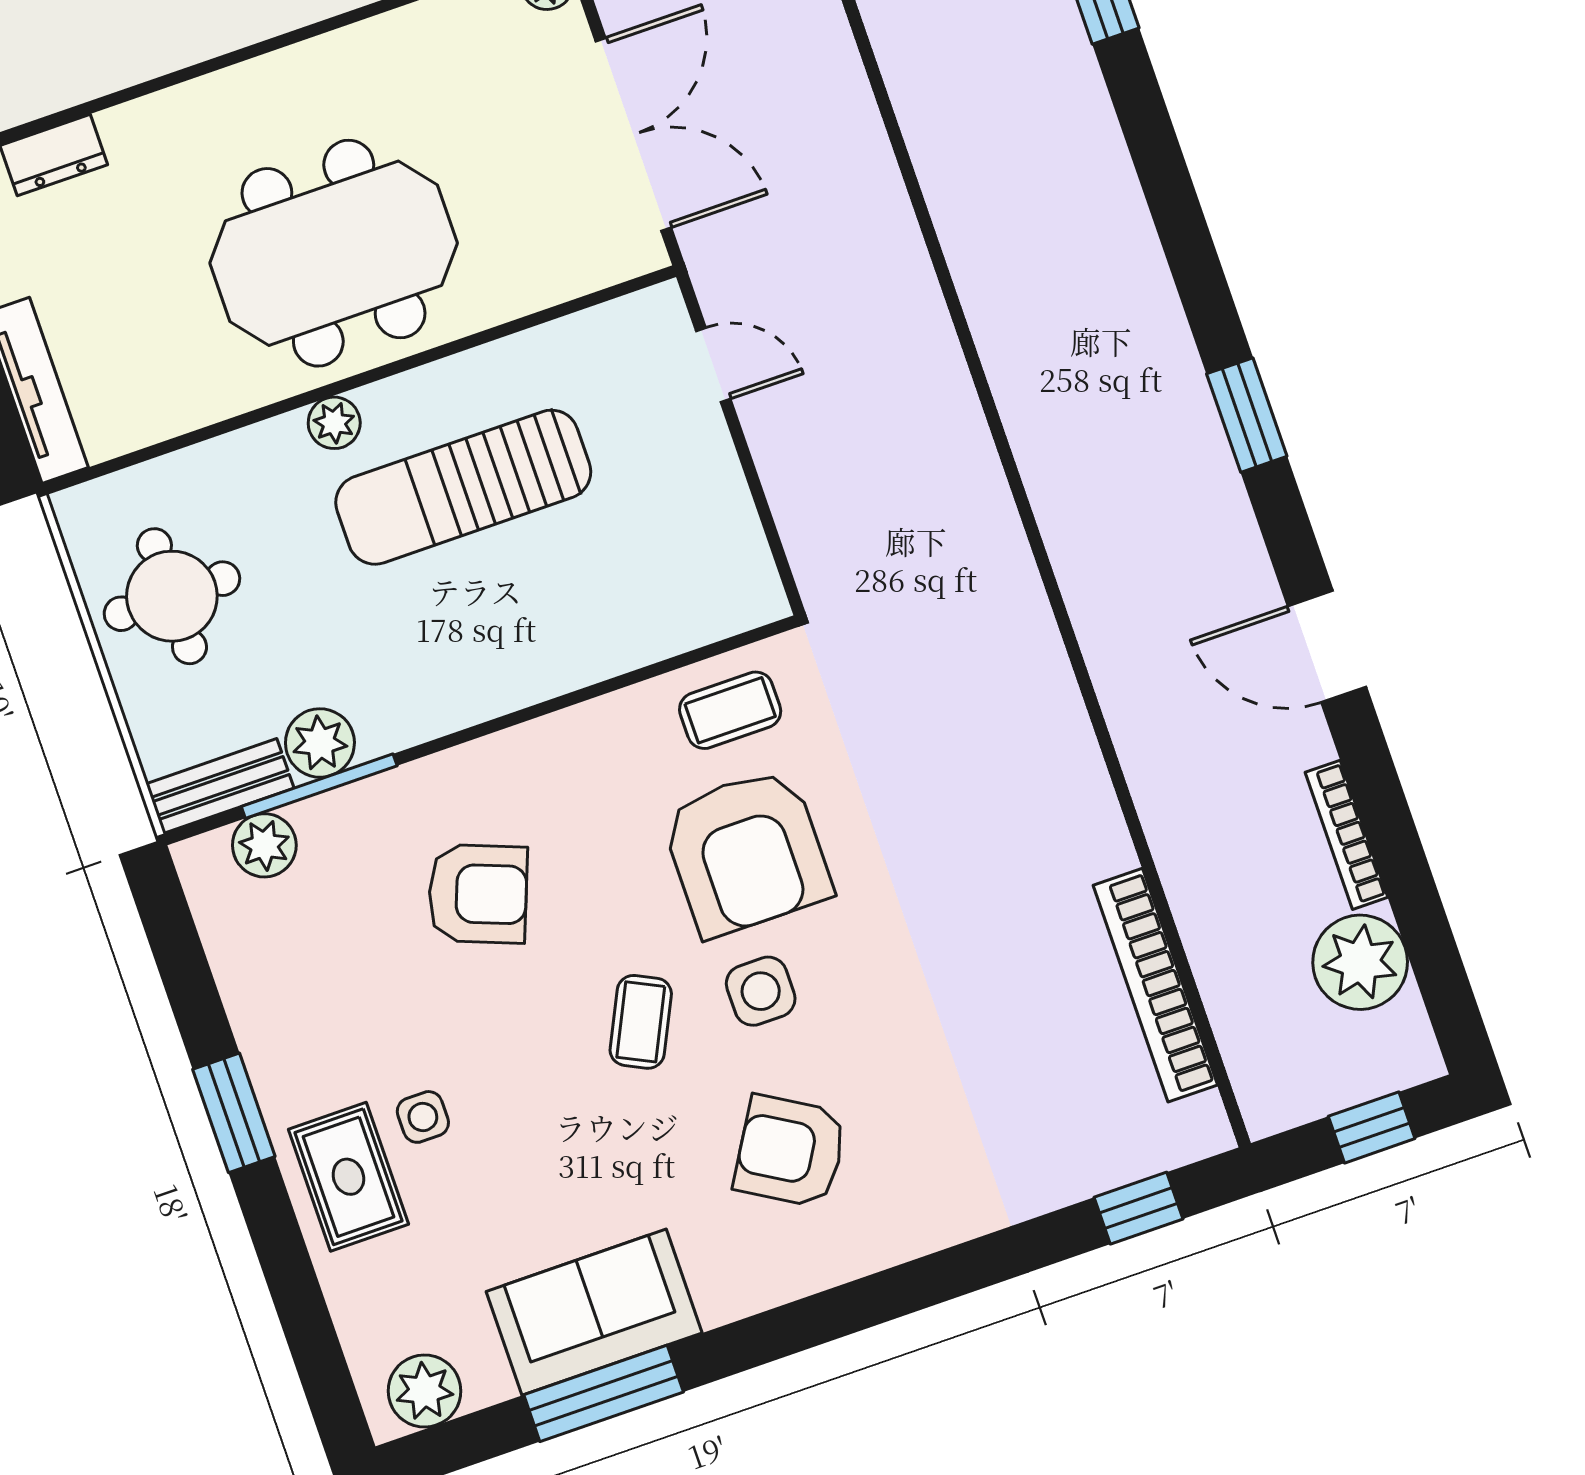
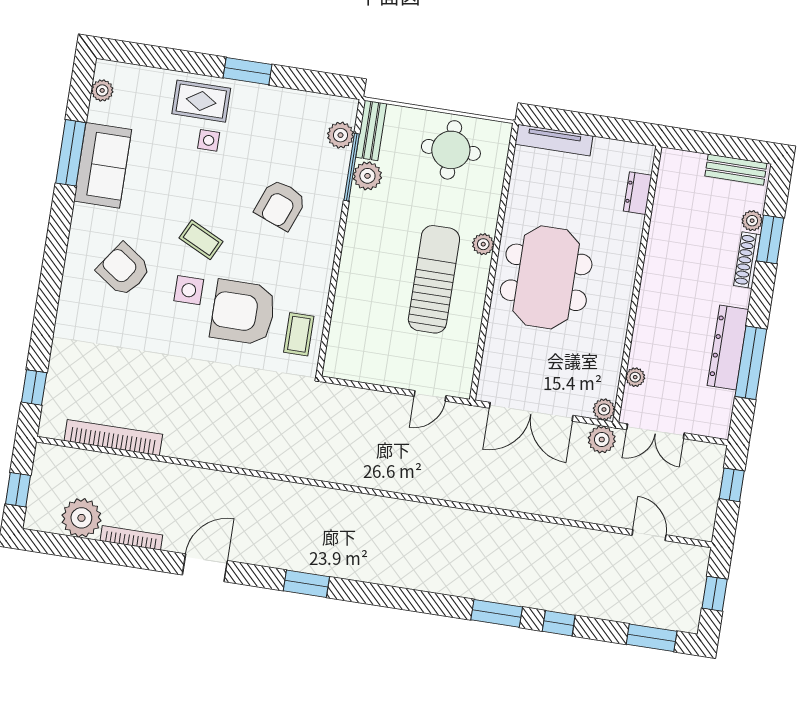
armchair: (790, 1151) -> (124, 270), turned -86
plant: (425, 1391) -> (102, 90), width x0.73, depth x0.73

